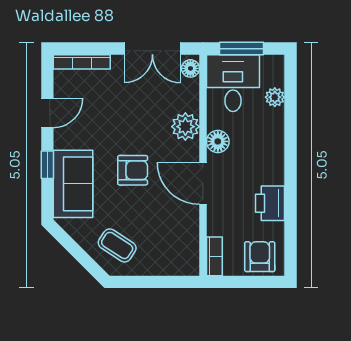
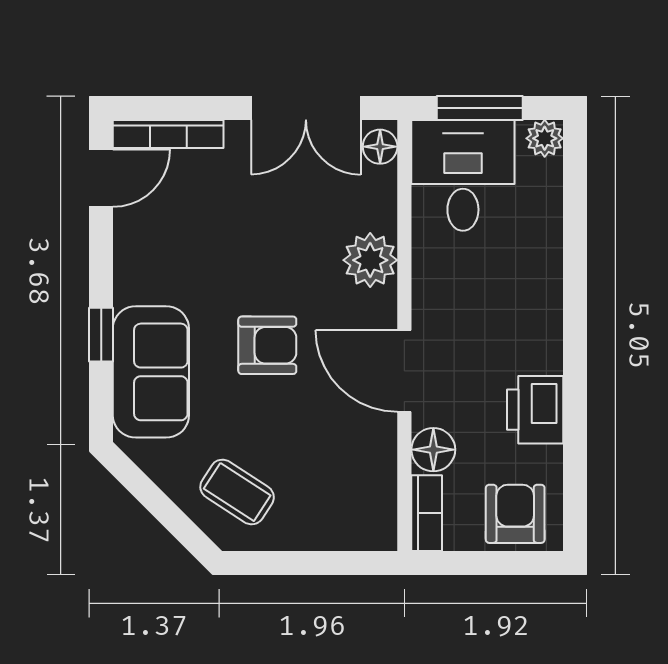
plant: (275, 97) -> (545, 138), moved
door: (47, 113) -> (101, 178), moved
floor lamp: (218, 141) -> (433, 450), moved

